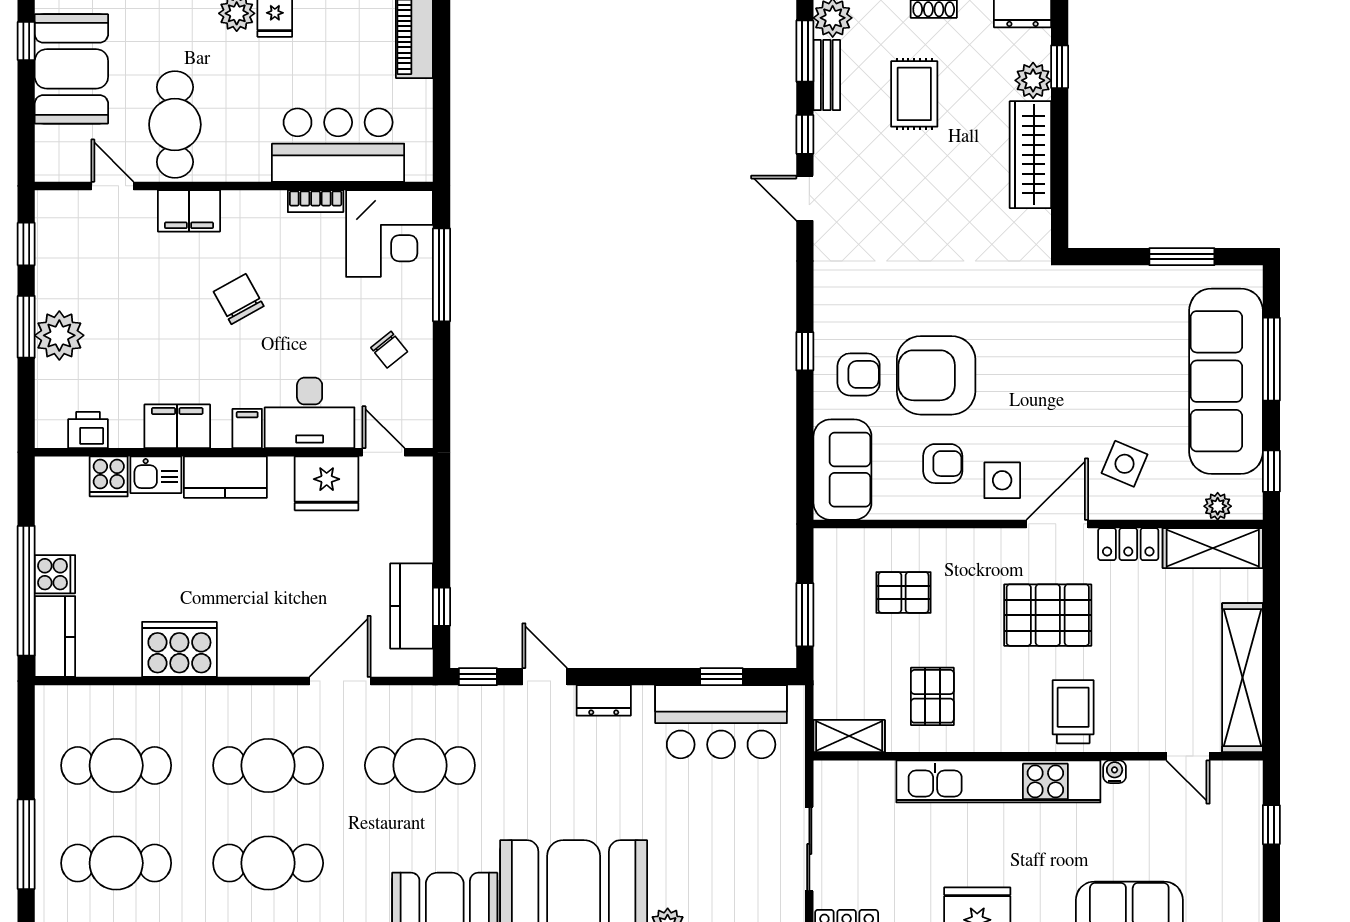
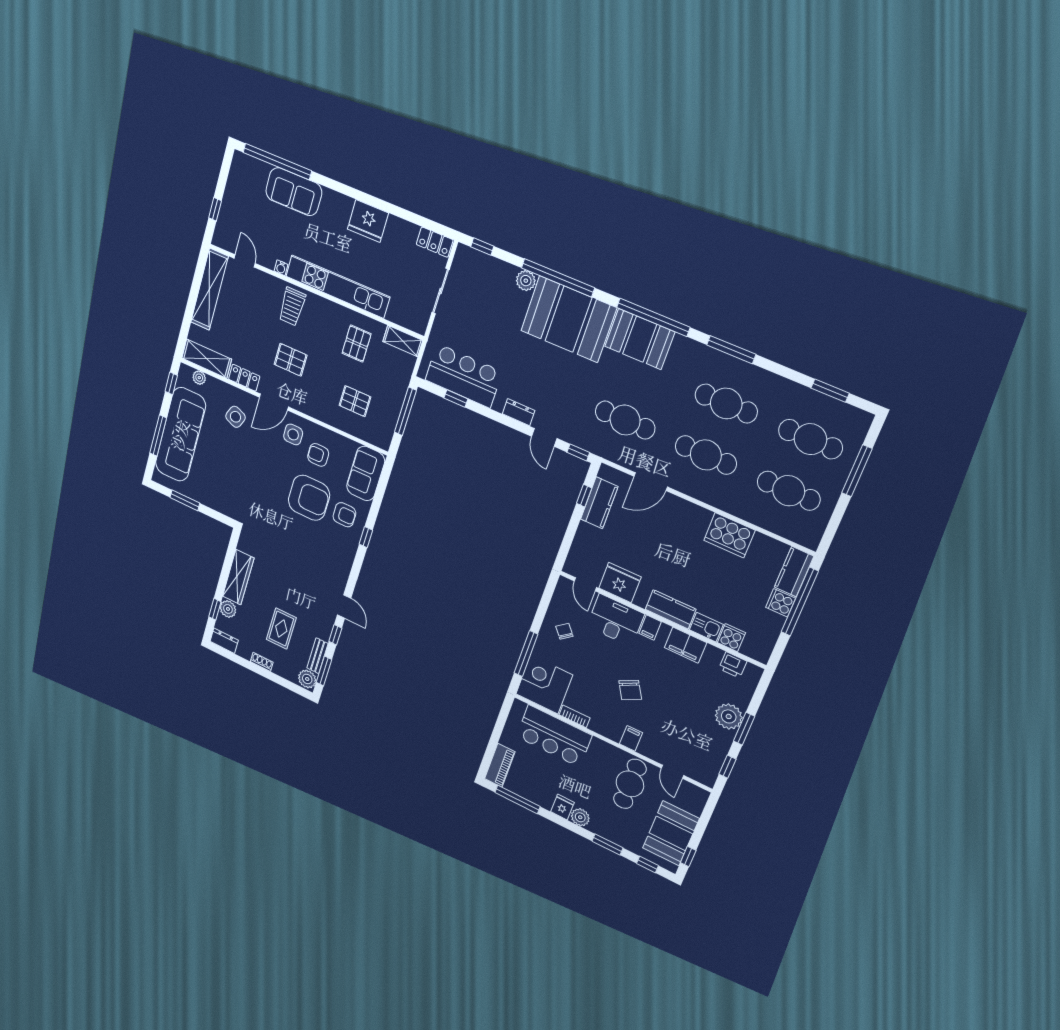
filing cabinet: (189, 211) -> (631, 738), width x0.50
armchair: (859, 374) -> (344, 515), turned 180
window: (805, 615) -> (405, 411), width x1.44
pallet: (1048, 615) -> (291, 360), width x0.67, depth x0.71

